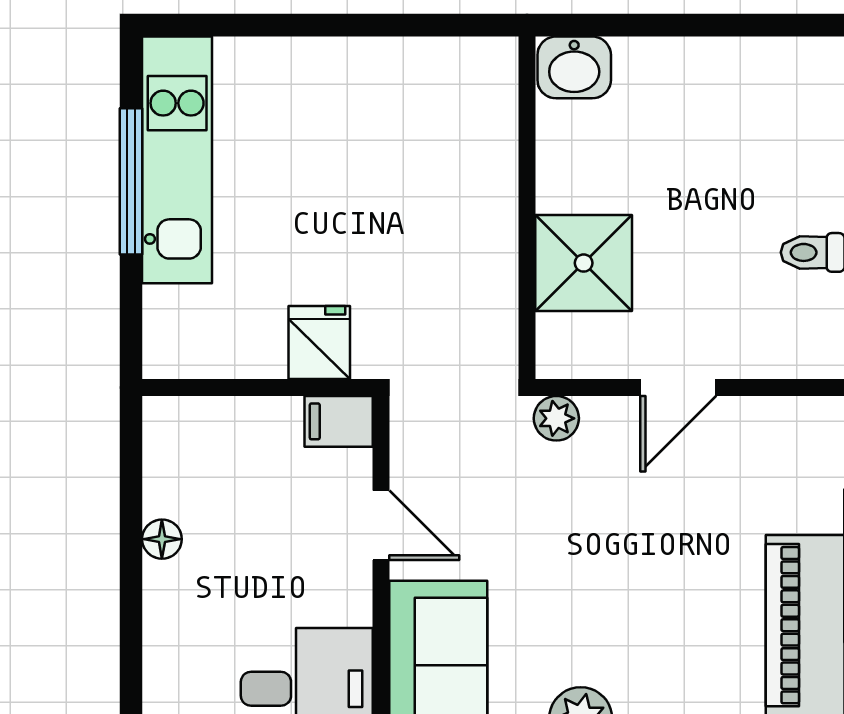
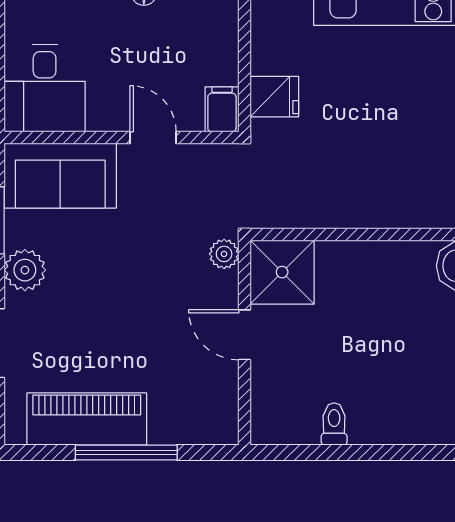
shower: (584, 263) -> (282, 272), moved
door: (381, 525) -> (153, 138), swing flipped

